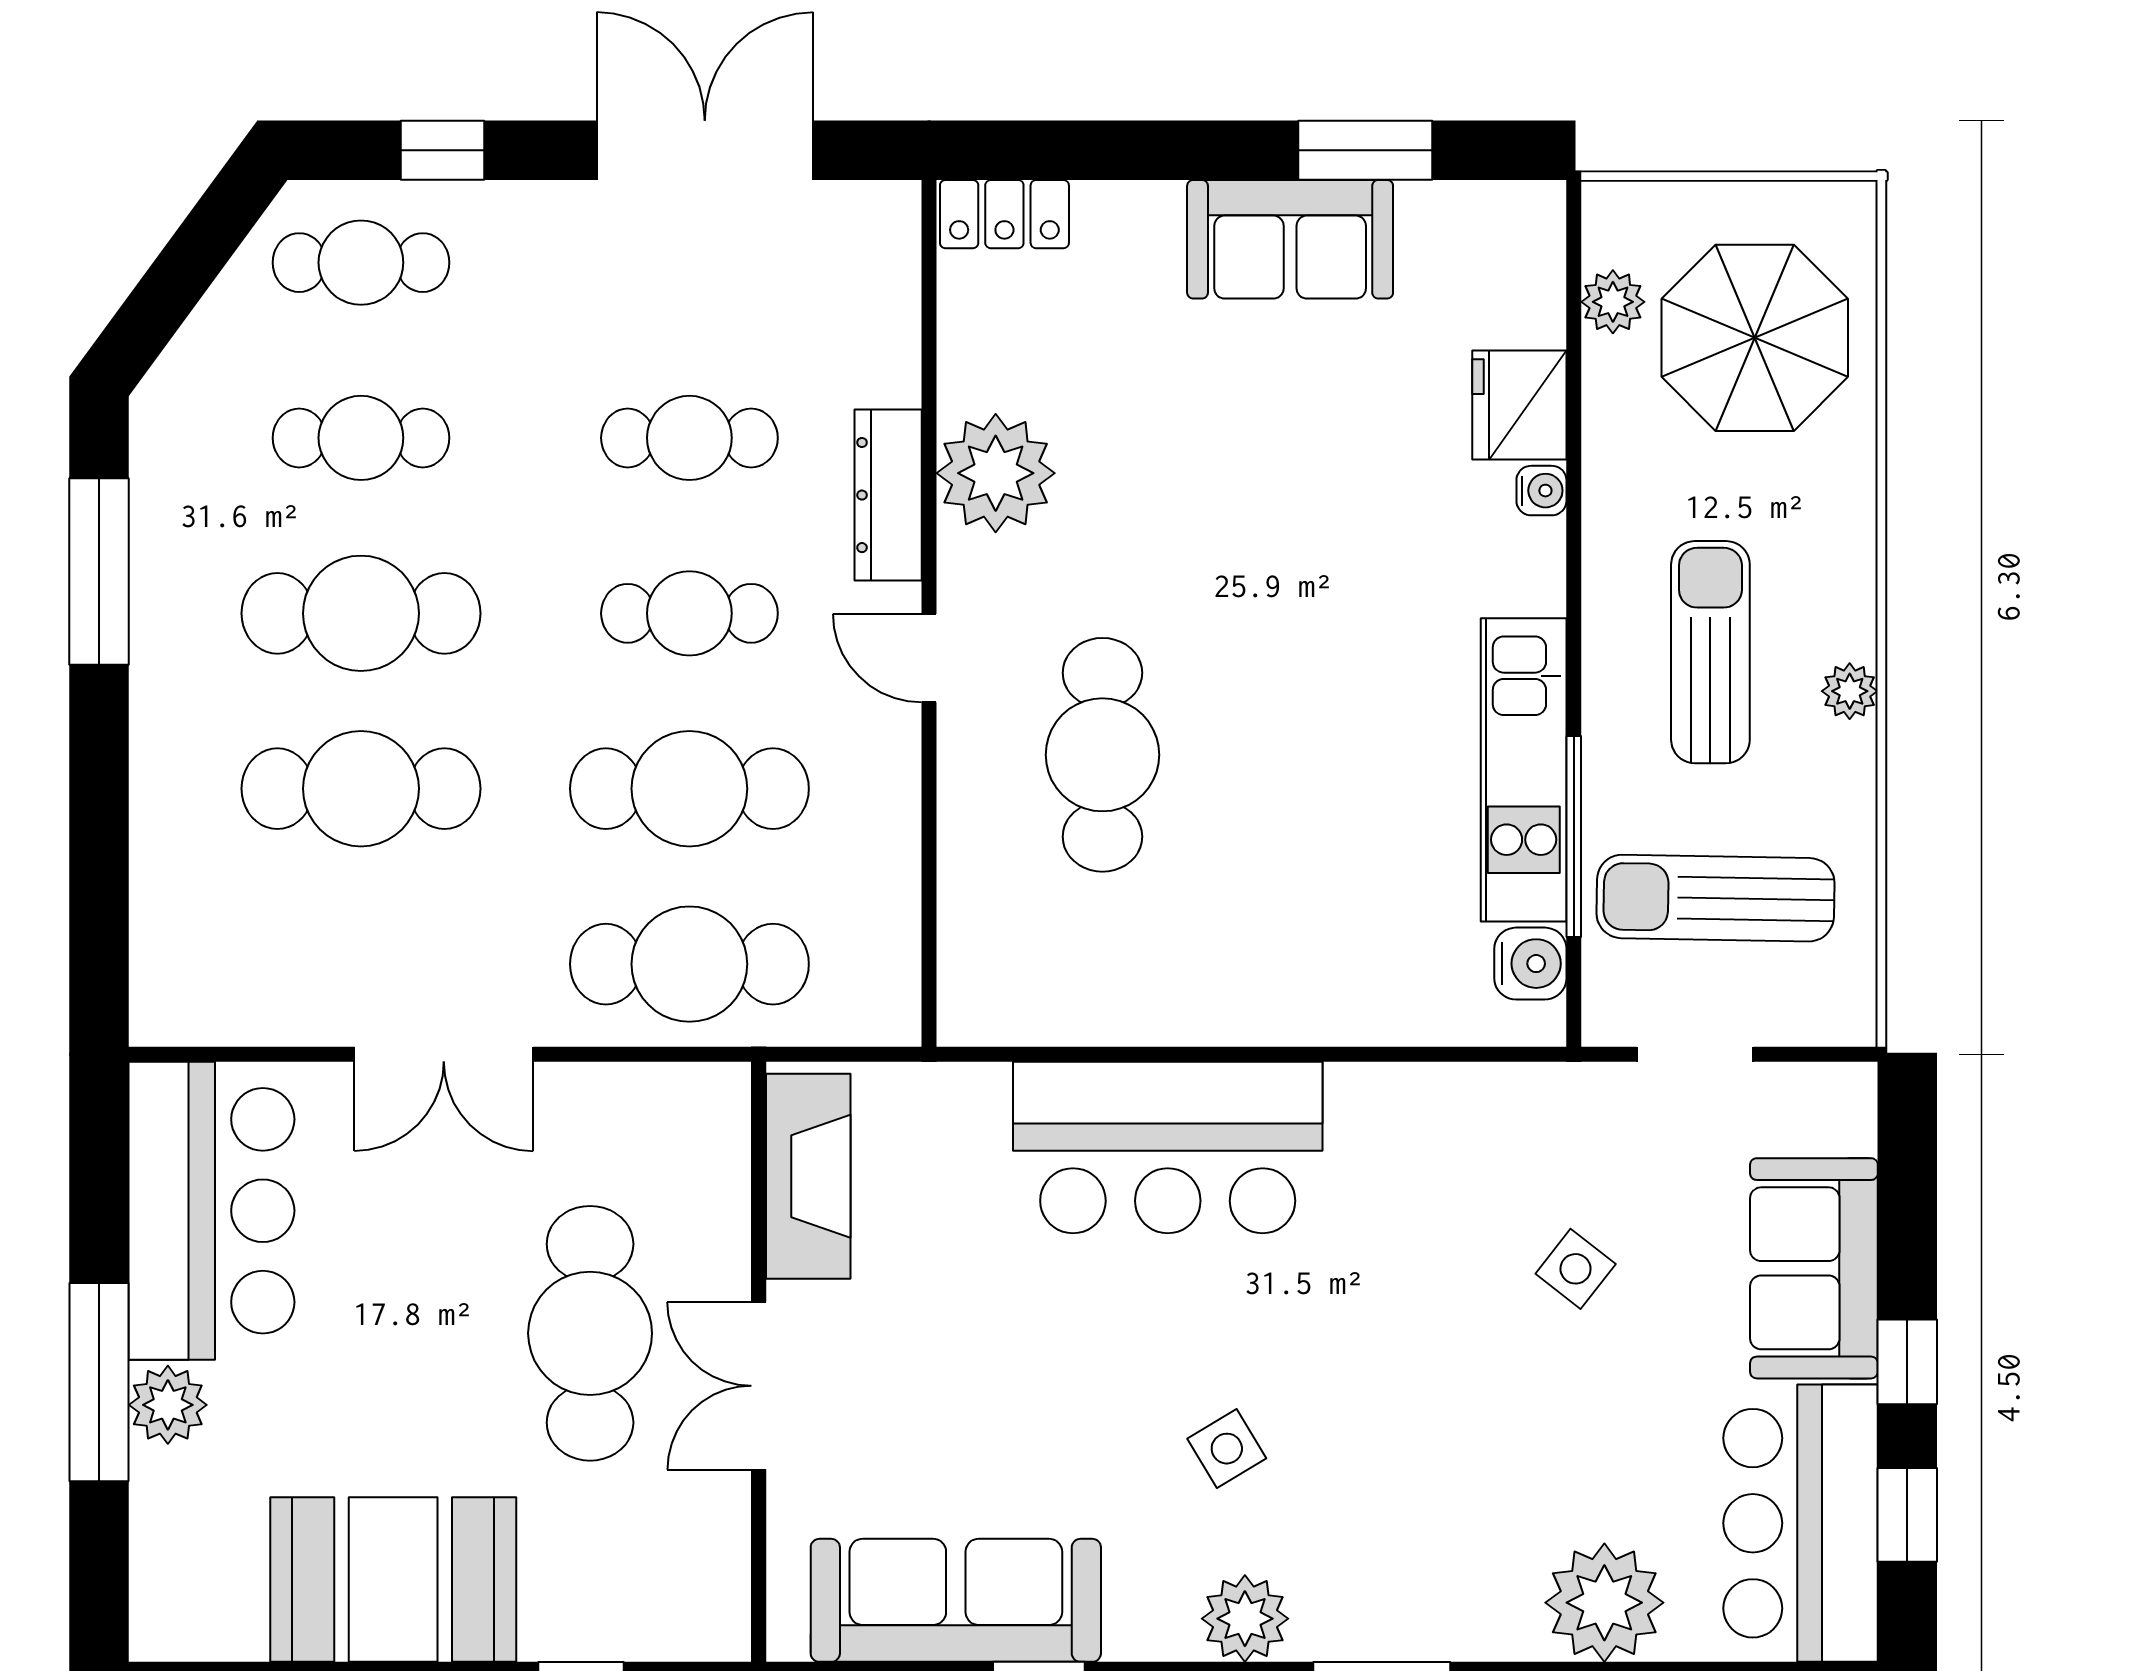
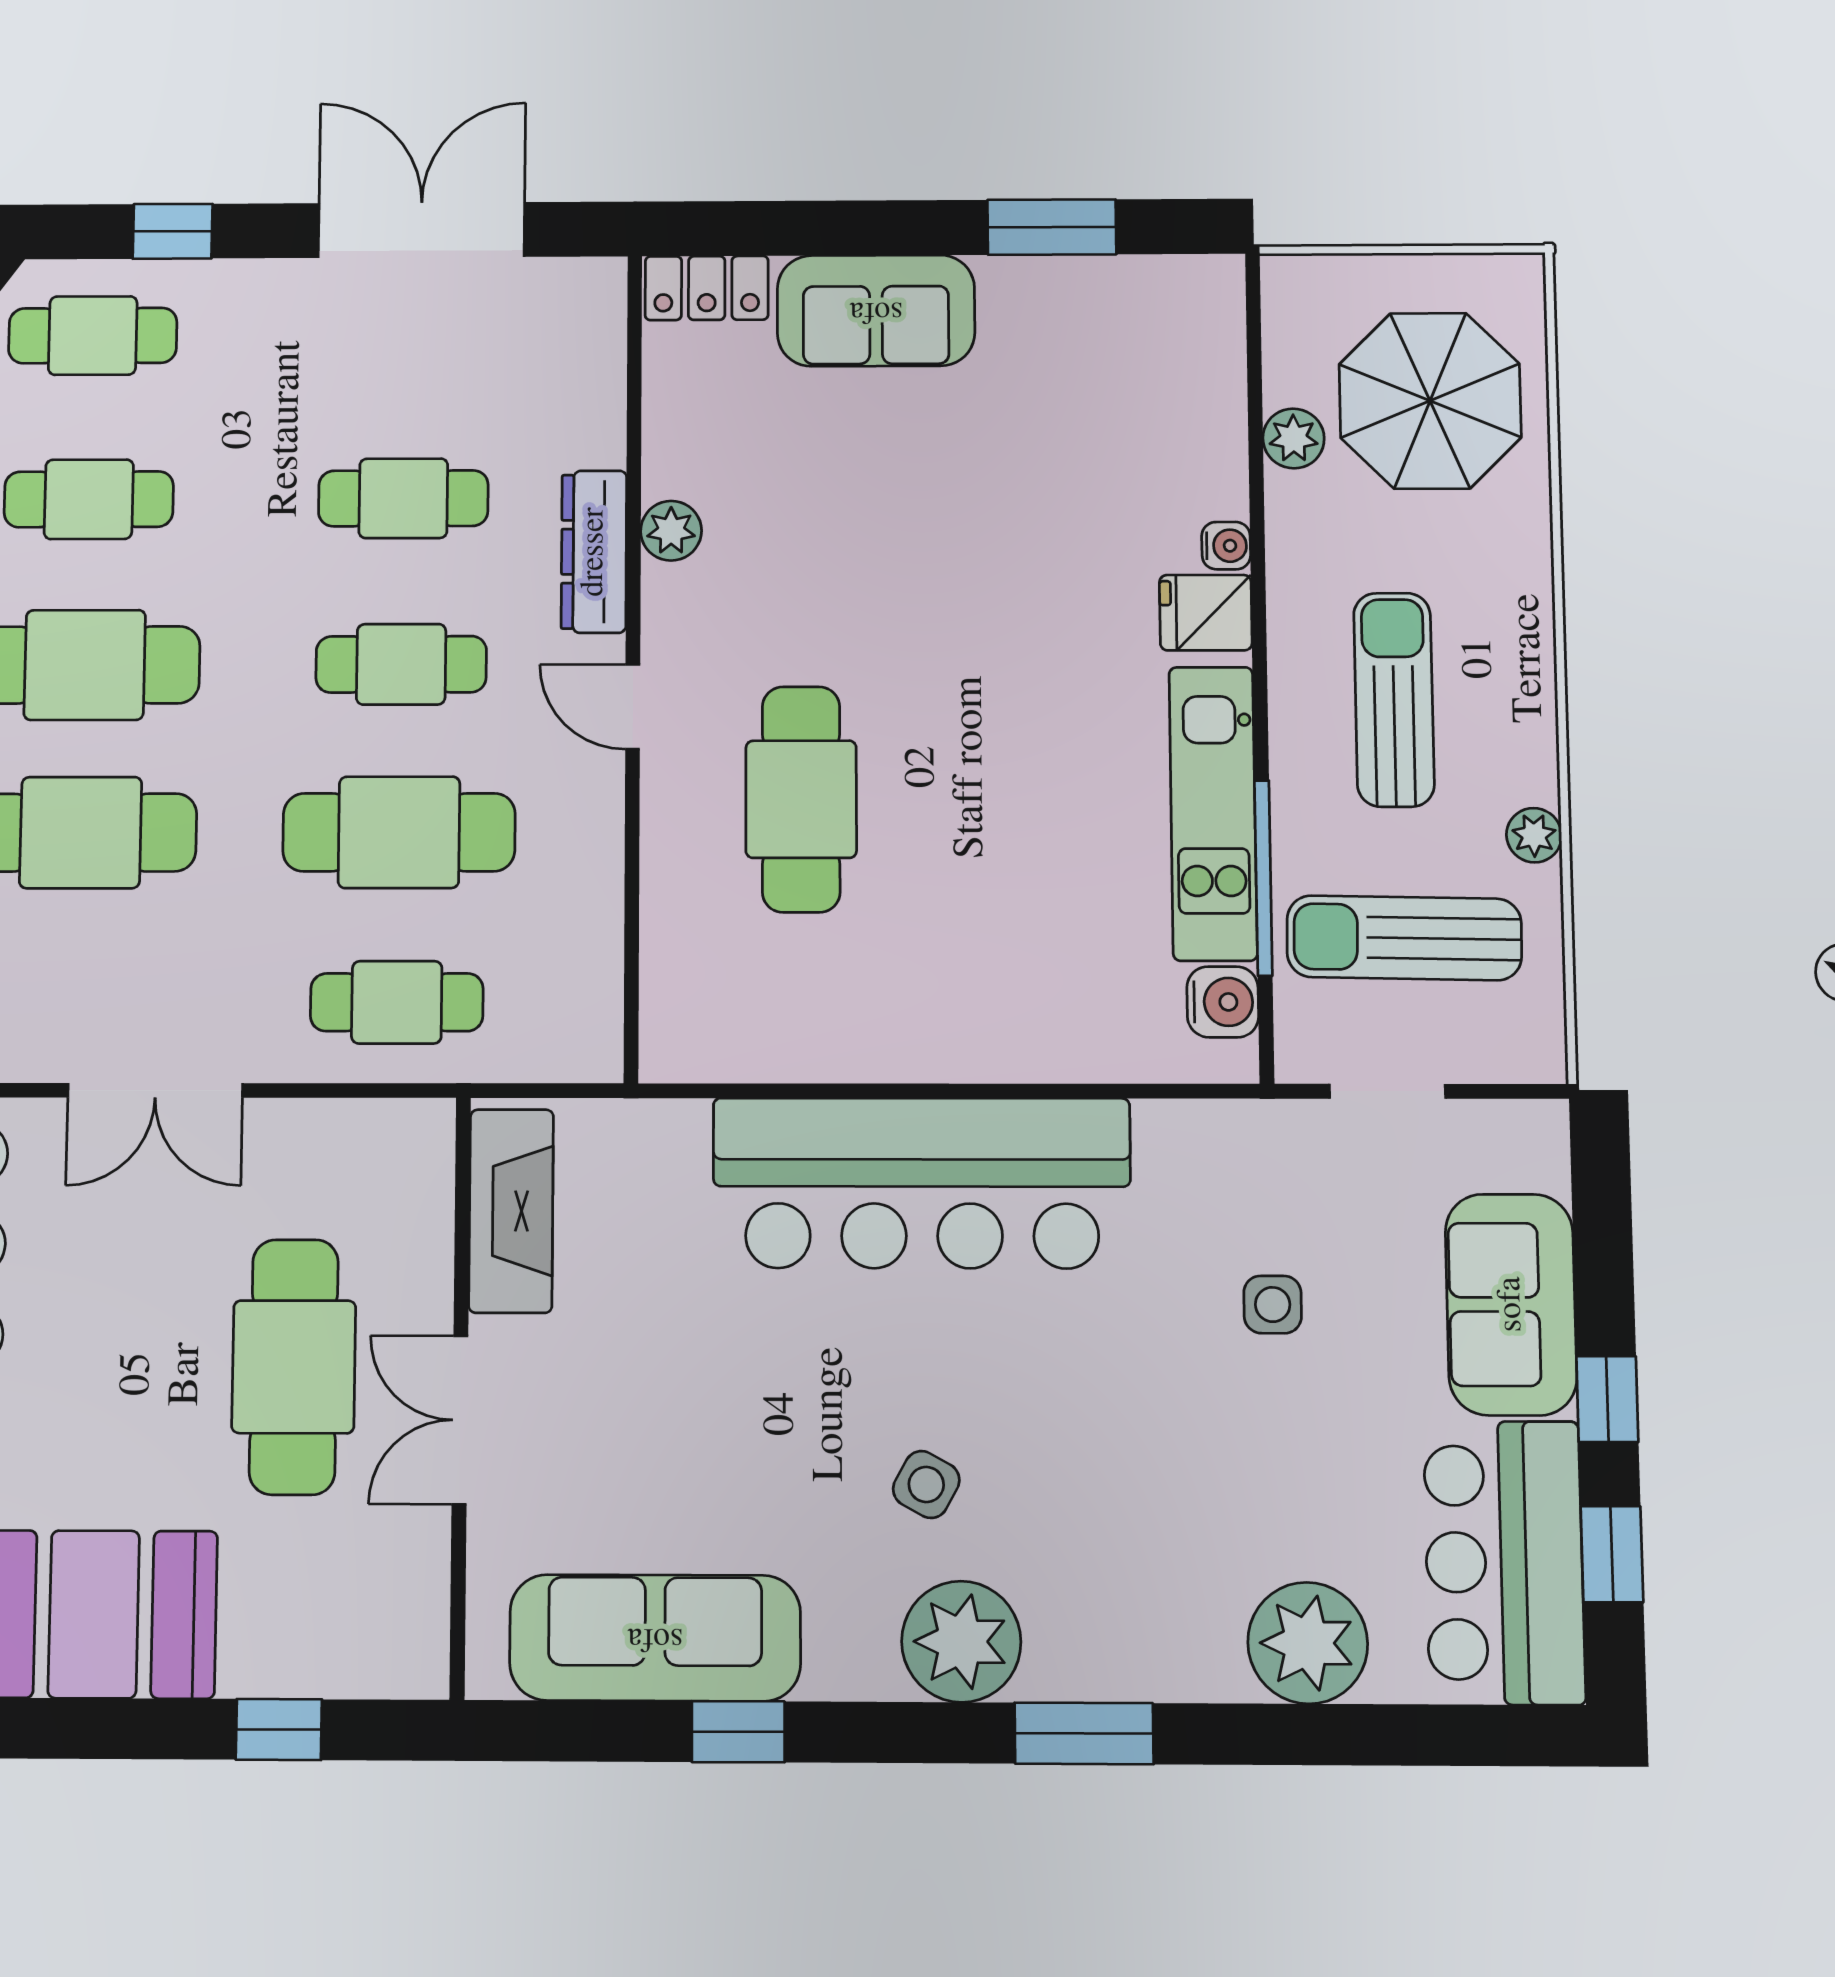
sofa: (1290, 239) -> (876, 311), moved
plant: (1613, 302) -> (1294, 438), moved
fridge: (1519, 405) -> (1206, 613), moved, width x0.72
plant: (996, 473) -> (671, 531), width x0.53, depth x0.53
plant: (1850, 691) -> (1534, 835), moved
cafe table: (689, 964) -> (397, 1002), width x0.73, depth x0.74
bar counter: (1168, 1148) -> (922, 1183), width x1.36
side table: (1576, 1269) -> (1273, 1305), turned -38
side table: (1227, 1449) -> (926, 1485), turned -30
plant: (1245, 1619) -> (961, 1642), width x1.36, depth x1.36

